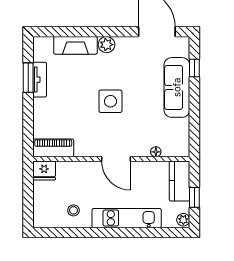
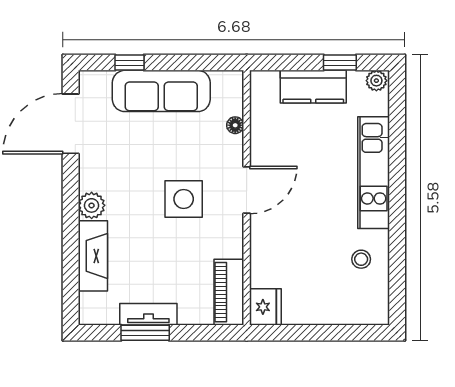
piano: (53, 148) -> (229, 292), moved
floor lamp: (156, 152) -> (235, 125), moved
wall: (111, 159) -> (247, 198), moved
door: (116, 159) -> (247, 190), moved
fridge: (44, 170) -> (265, 307), moved

